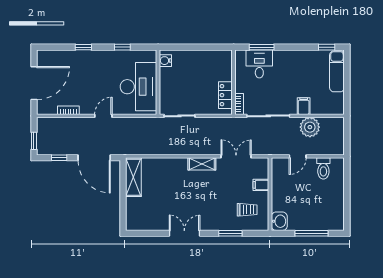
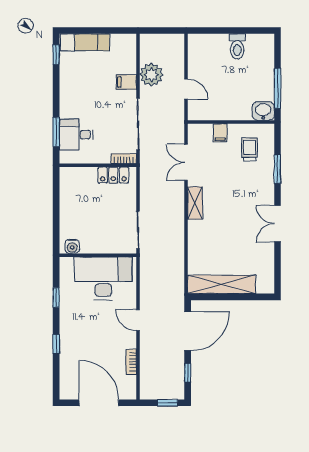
toilet: (323, 168) -> (237, 46), moved, turned 90
shelving: (133, 177) -> (222, 284), width x1.47
window: (312, 233) -> (278, 88), moved

